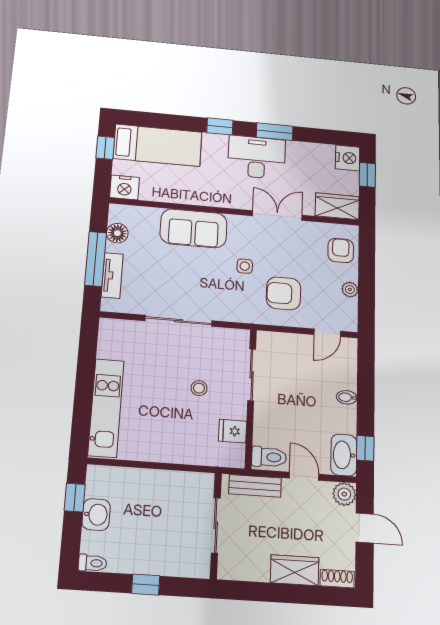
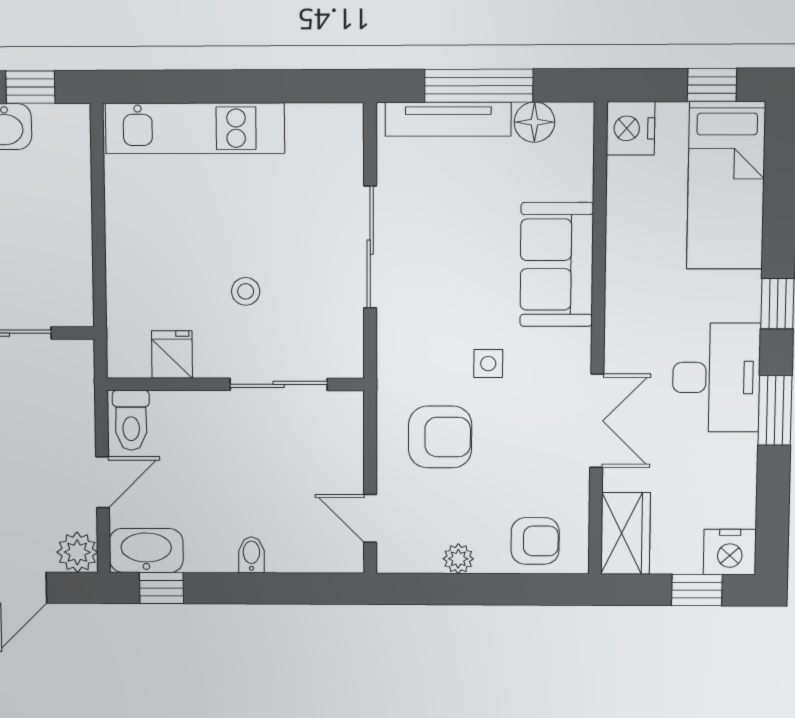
tv unit: (112, 276) -> (448, 119), width x1.41
armchair: (284, 293) -> (440, 437), turned 90
bench: (255, 486) -> (78, 398), removed

